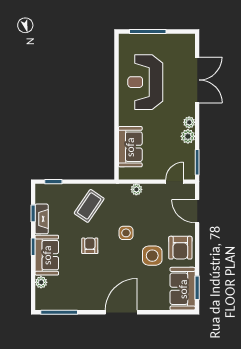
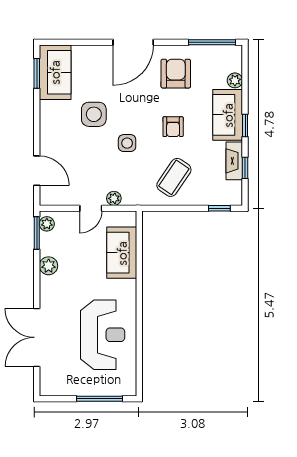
plant: (189, 122) -> (47, 224), moved
door: (175, 182) -> (91, 208), moved
armchair: (180, 248) -> (176, 74), moved

